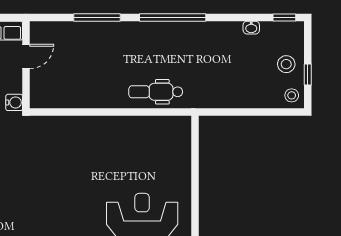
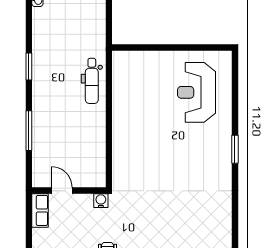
window: (173, 17) -> (29, 66), width x0.47

